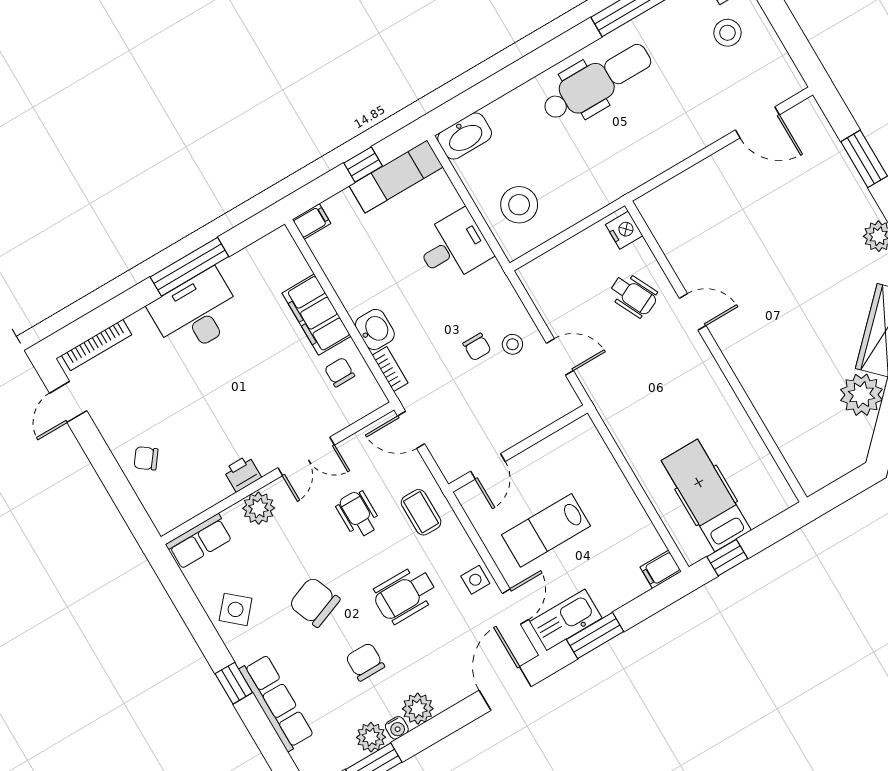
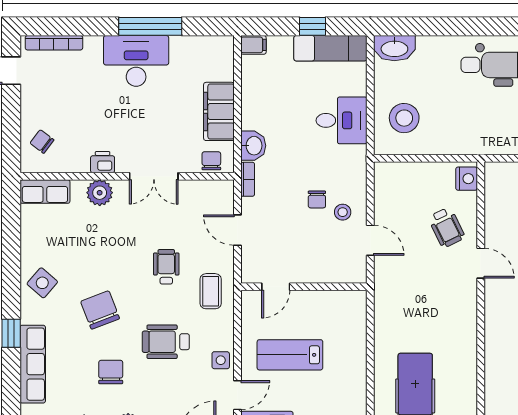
double door: (306, 456) -> (154, 176), moved
printer: (242, 473) -> (103, 162), moved
wall: (278, 473) -> (127, 176), moved
plant: (259, 508) -> (100, 193), moved
row of seats: (199, 541) -> (45, 192), moved

